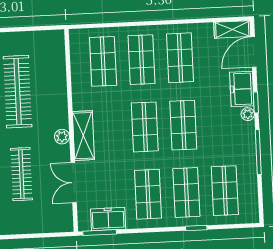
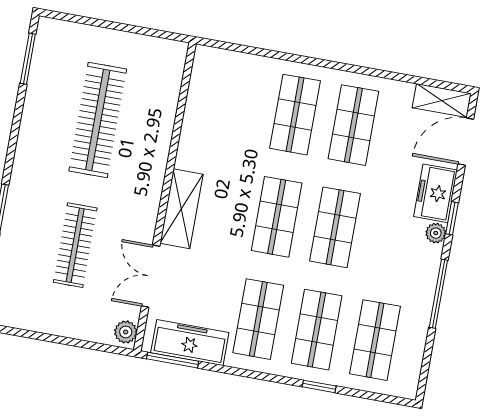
shop shelf: (103, 61) -> (237, 104), removed
plant: (62, 137) -> (126, 332), moved
freezer: (108, 219) -> (190, 343), width x1.40

